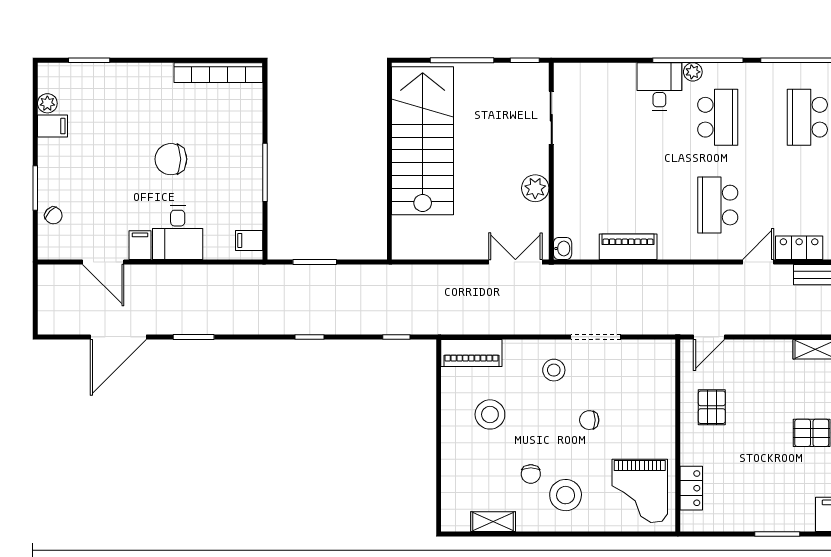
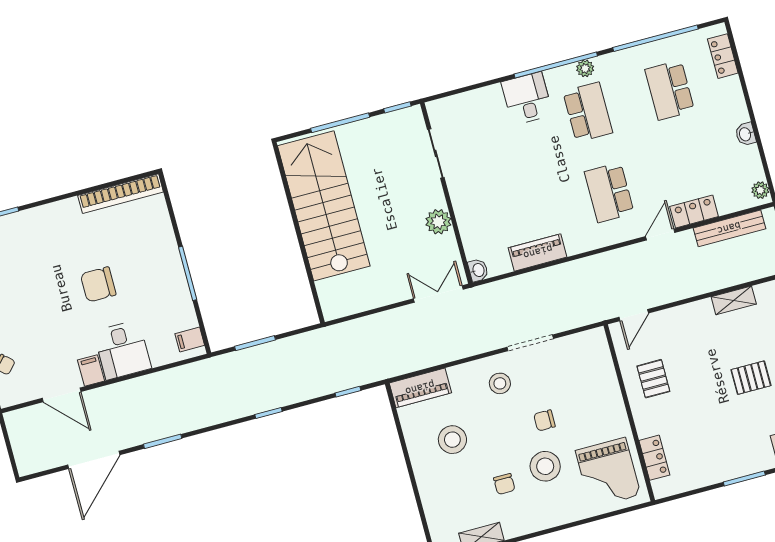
plant: (693, 72) -> (585, 68), moved
stool: (566, 495) -> (545, 466), moved

